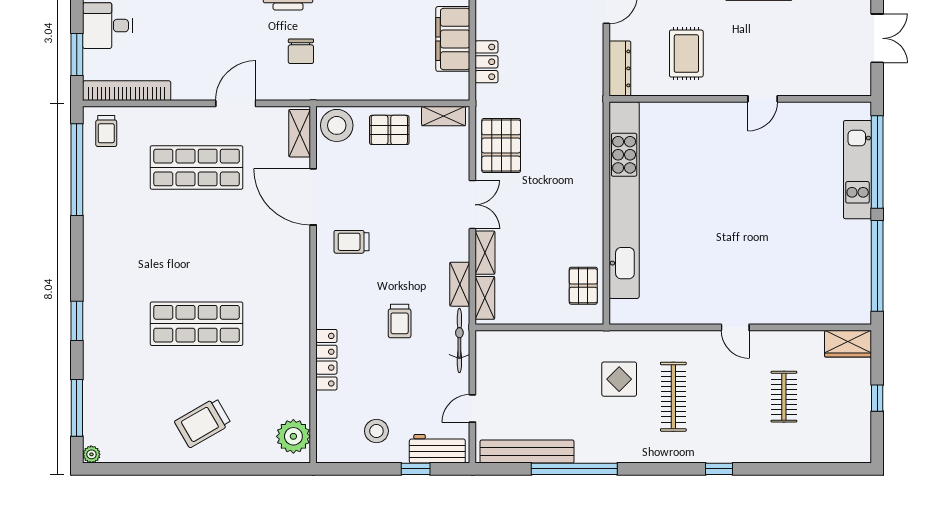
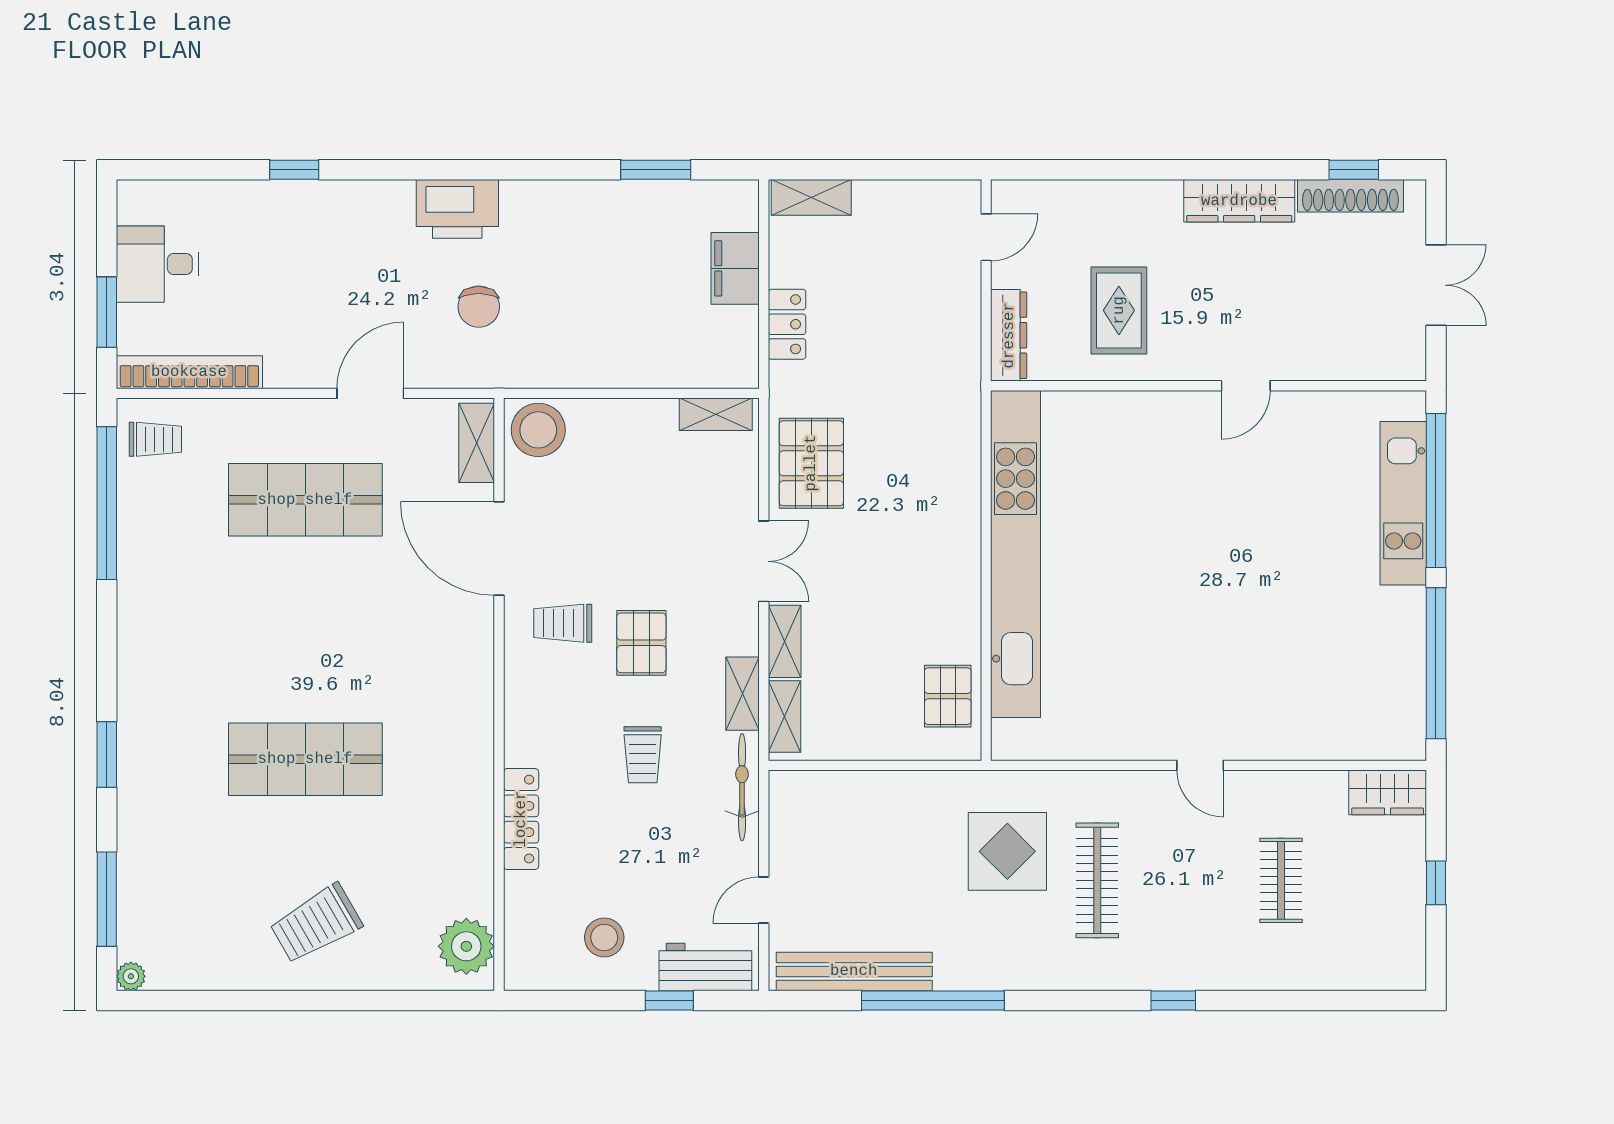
filing cabinet: (453, 39) -> (735, 268), width x0.67, depth x0.86
pallet: (389, 130) -> (641, 643), moved, turned 90
trolley: (106, 131) -> (155, 439), turned -90
display table: (619, 379) -> (1007, 851), width x1.36, depth x1.36

